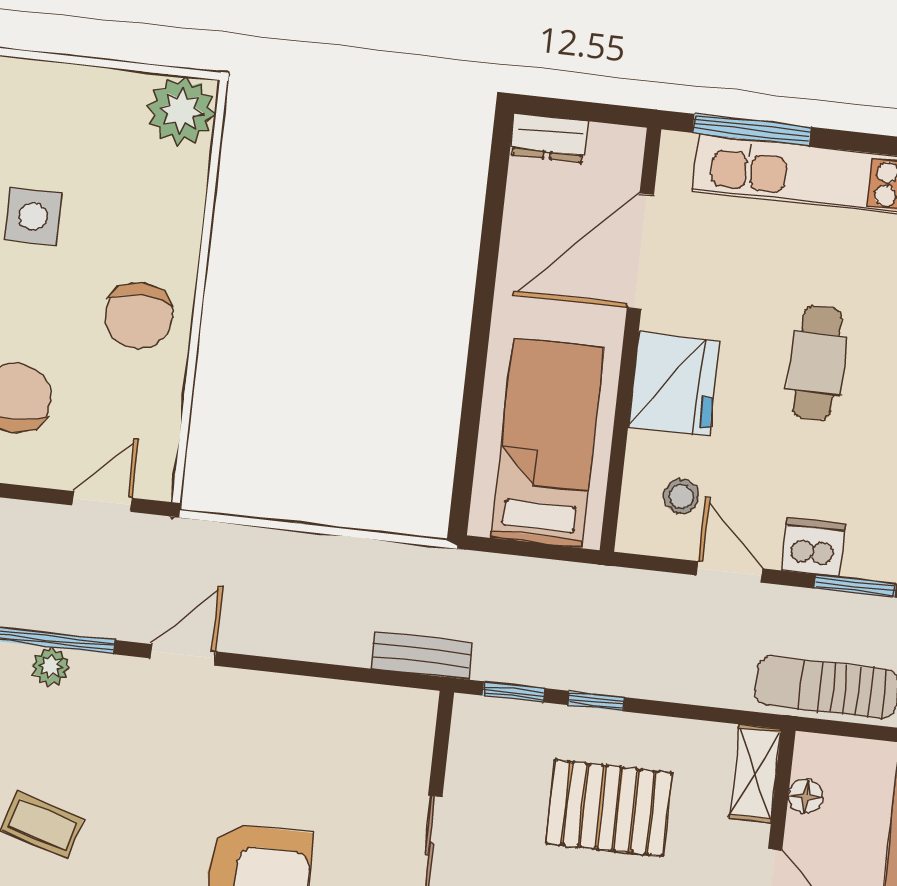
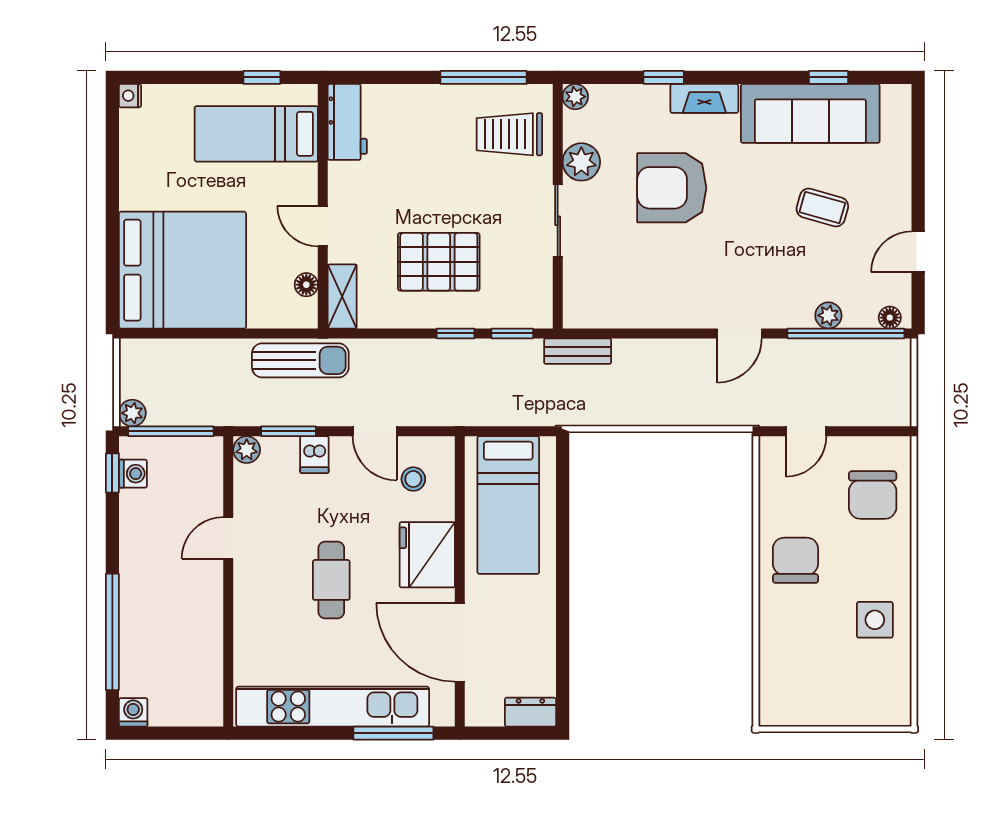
plant: (181, 111) -> (782, 703), removed
door: (640, 251) -> (460, 642), swing flipped
dishwasher: (813, 547) -> (314, 455), width x0.73

